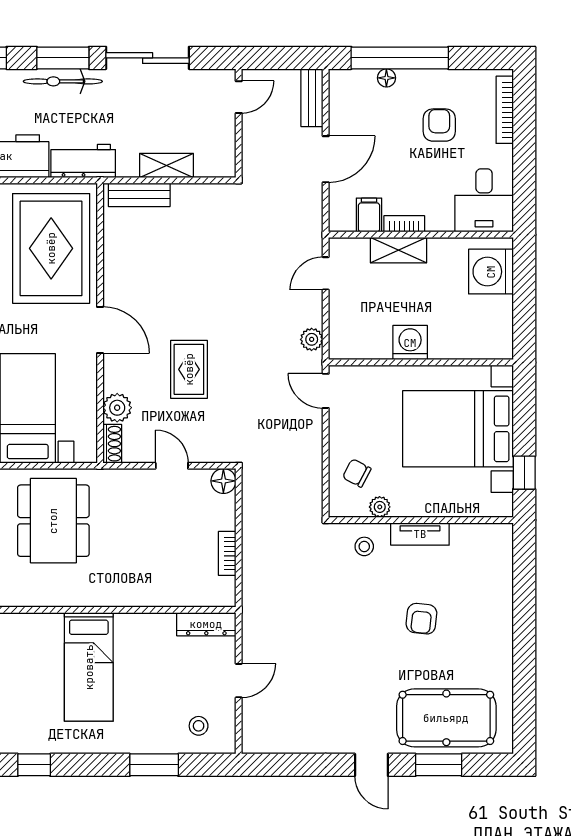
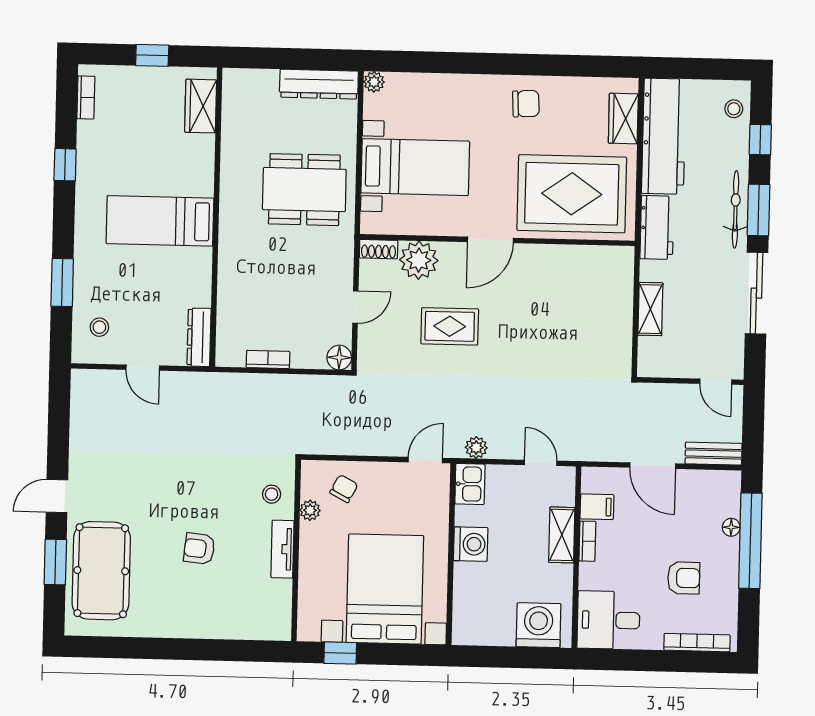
bench: (139, 195) -> (622, 282), removed
kitchen sink: (349, 345) -> (470, 484), added
plant: (117, 408) -> (419, 260), width x1.36, depth x1.36

